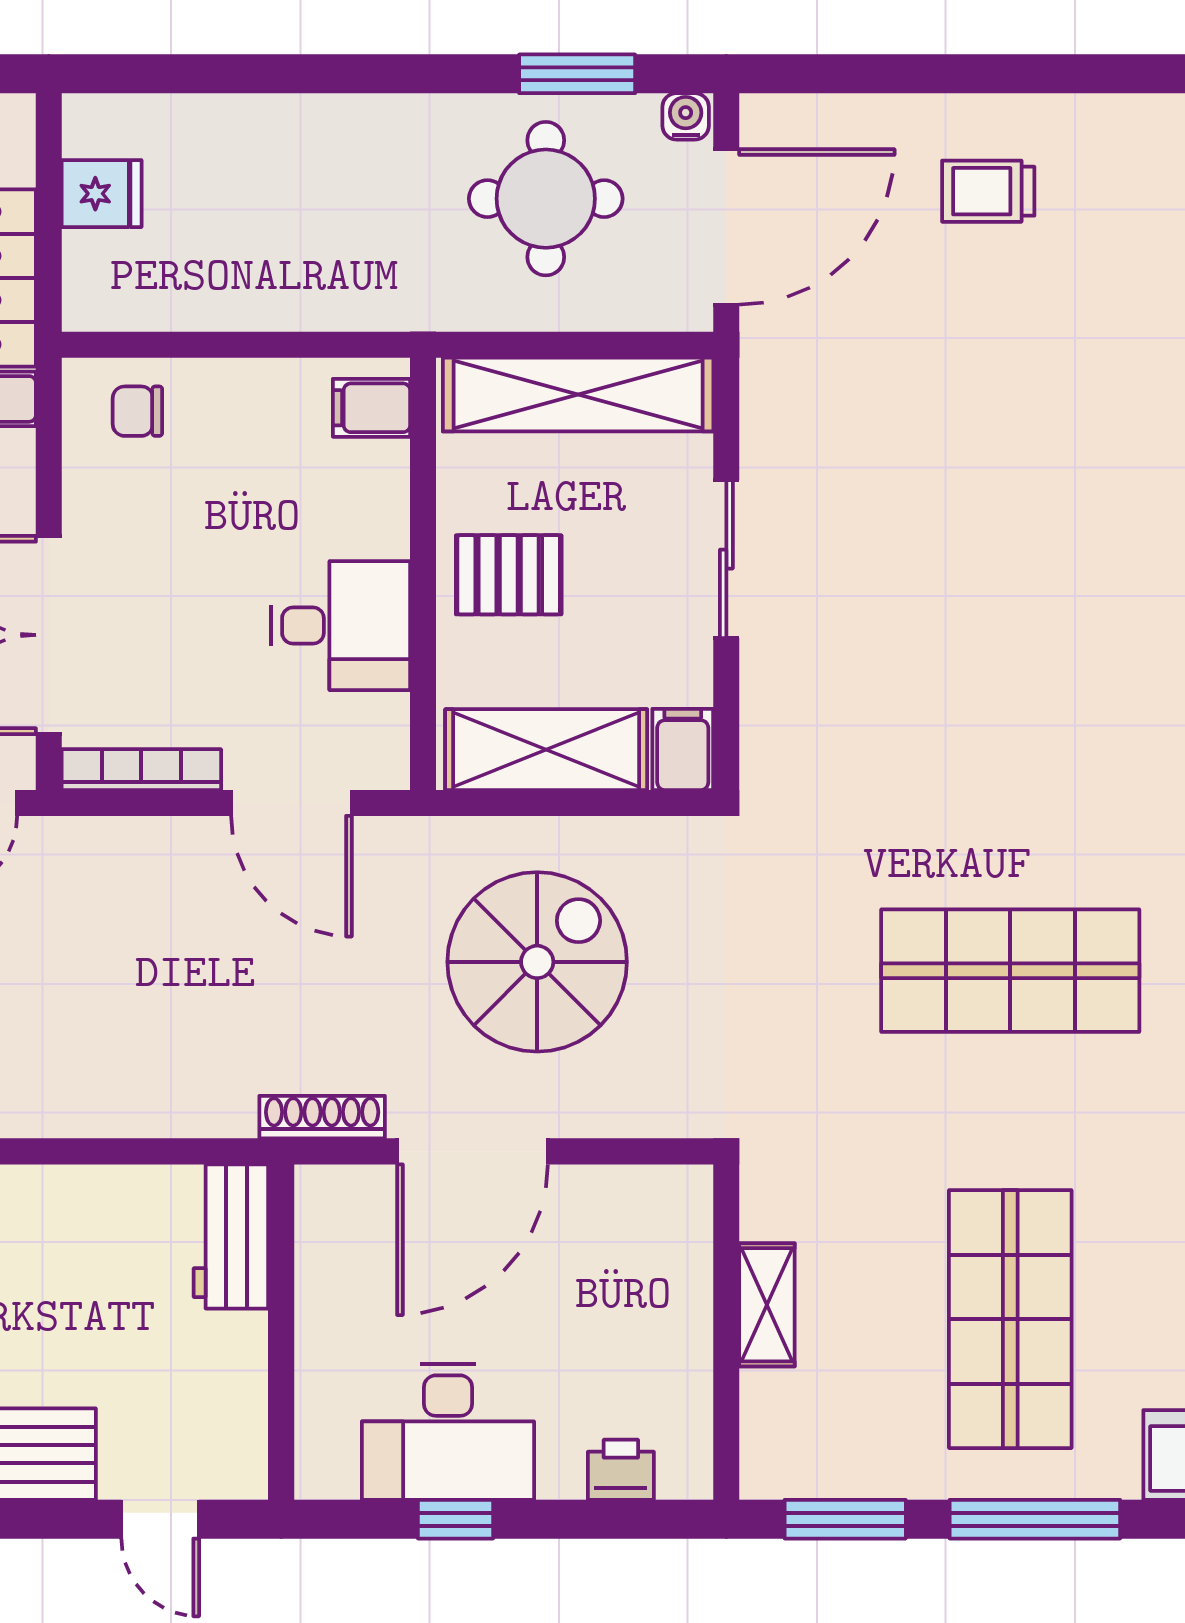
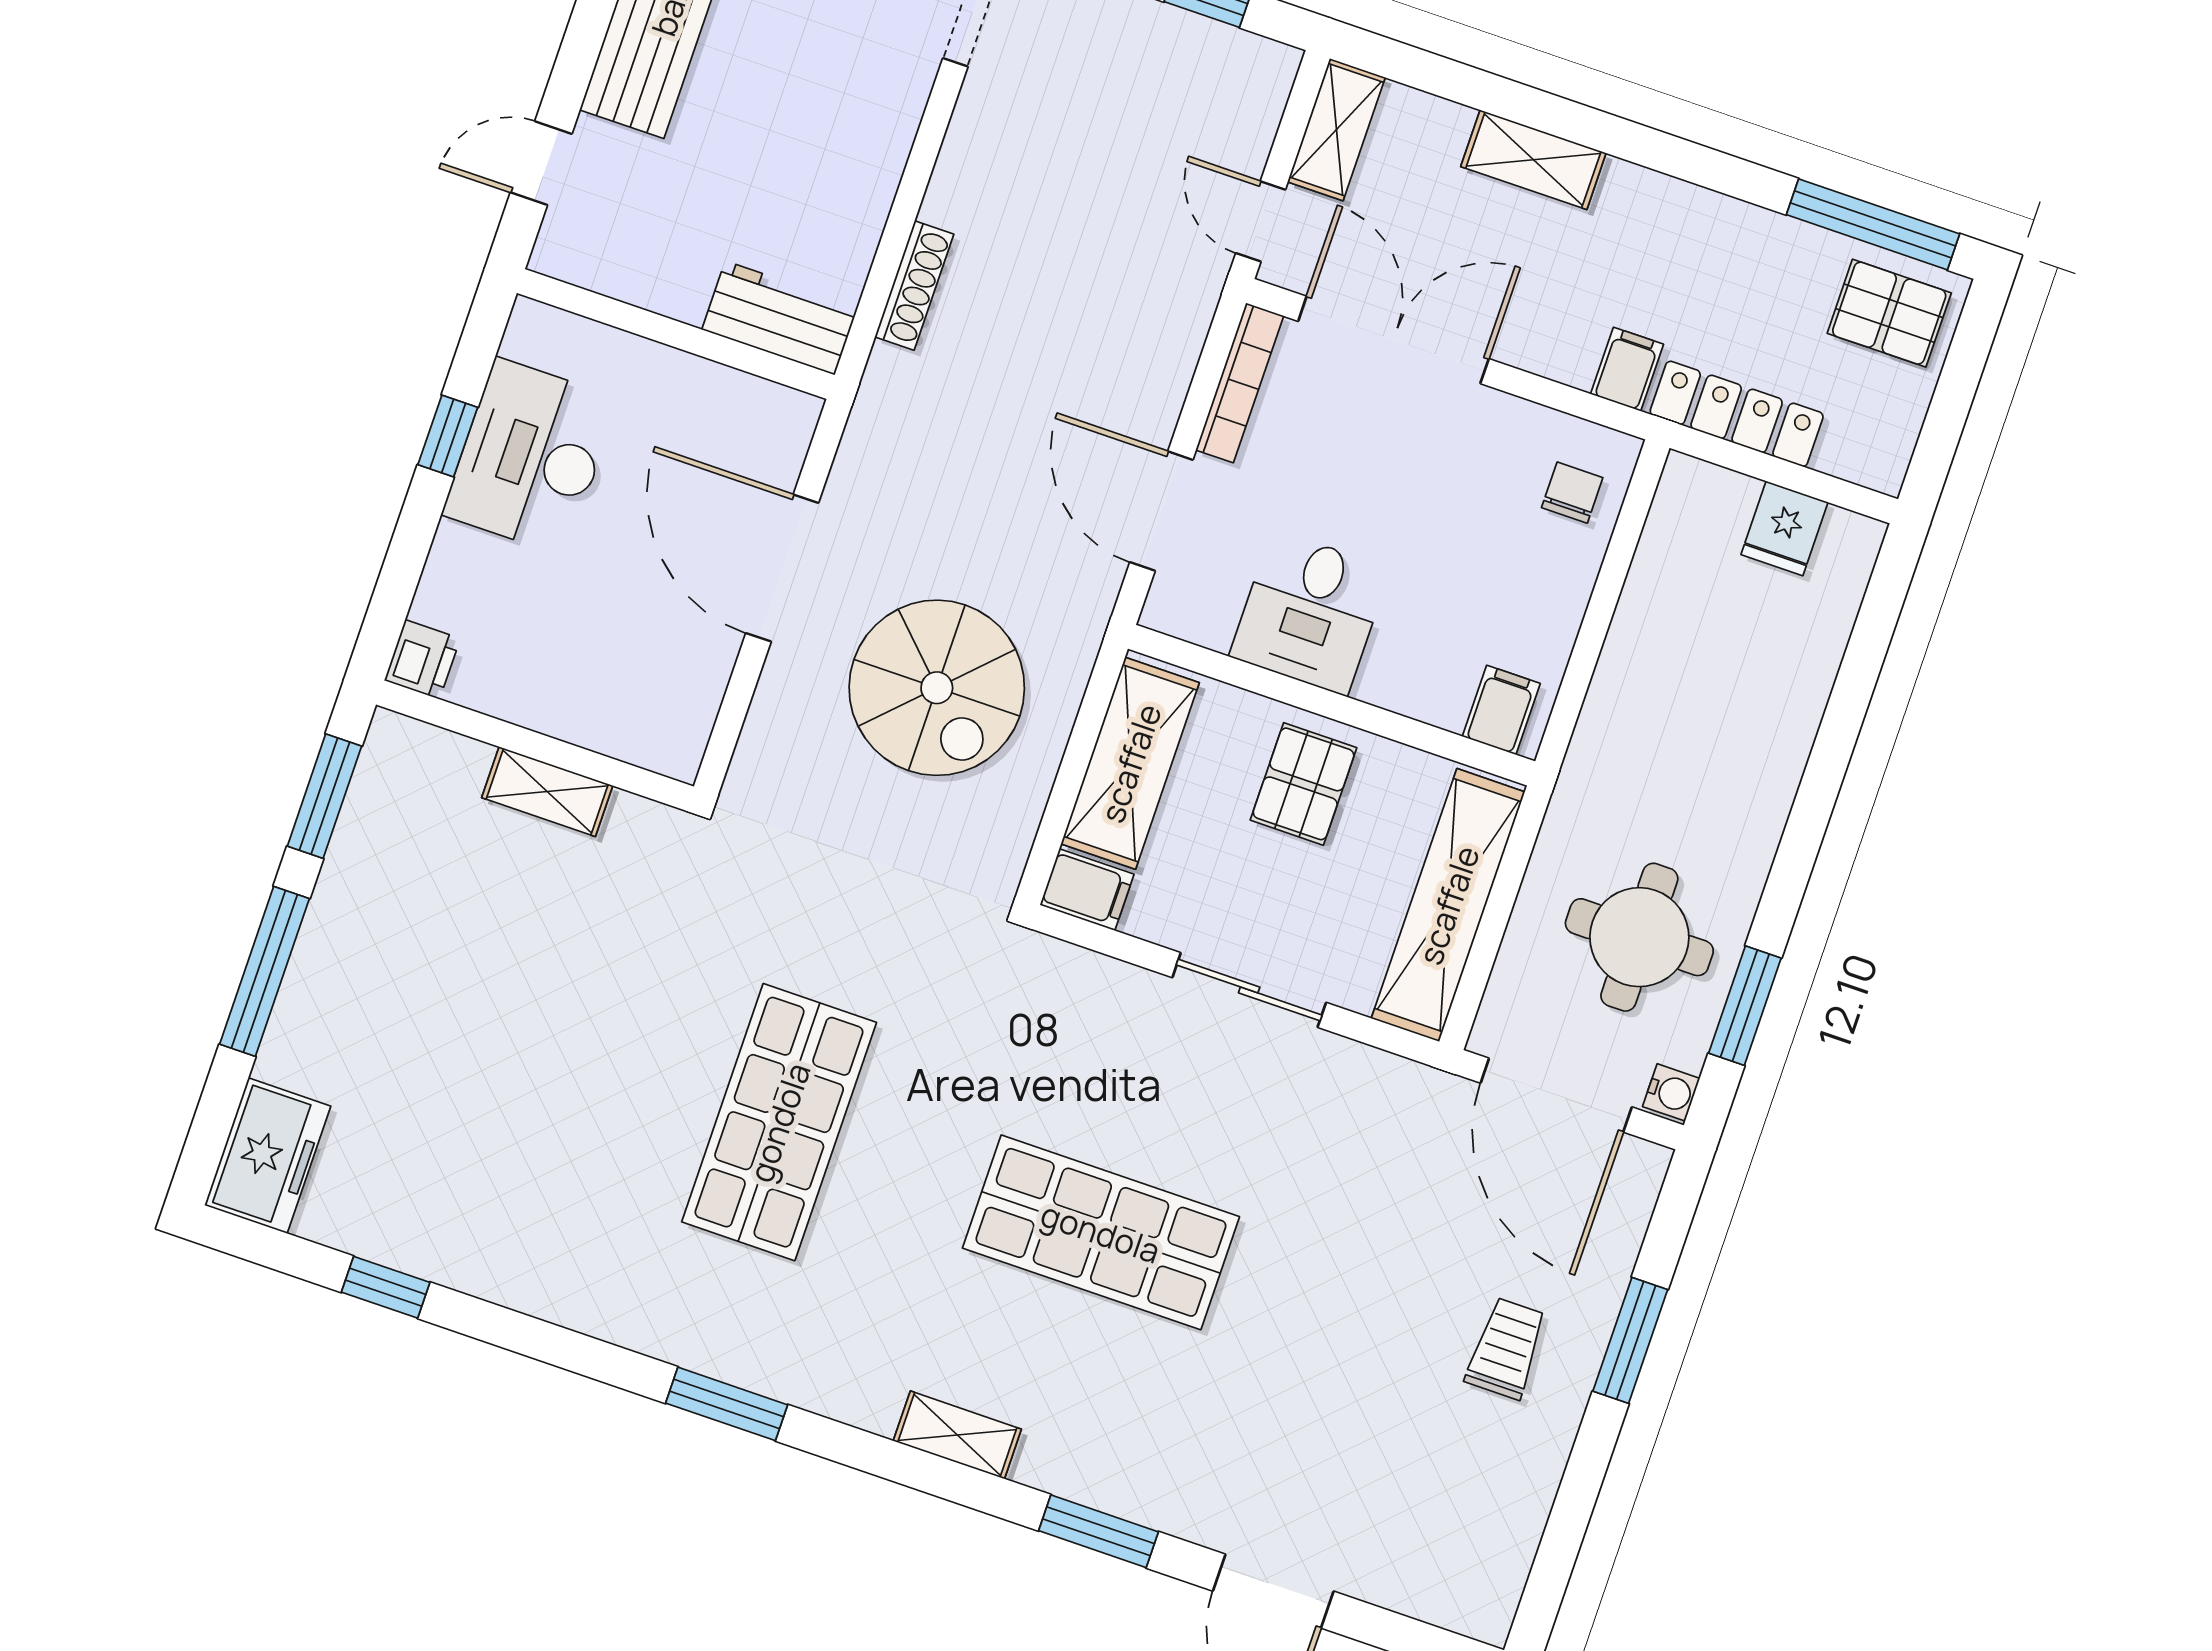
window: (939, 74) -> (1630, 1340), added
door: (291, 803) -> (1161, 511), hinge flipped
shoe rack: (322, 1117) -> (914, 286), moved
shop shelf: (1010, 1319) -> (1101, 1232), moved
printer: (621, 1470) -> (422, 659), moved

